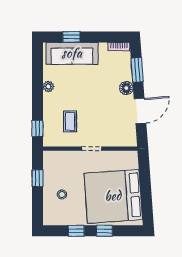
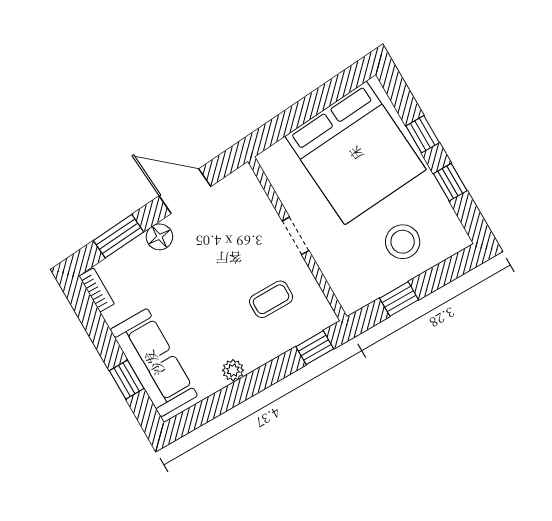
stool: (62, 194) -> (403, 242), width x1.89, depth x1.89

